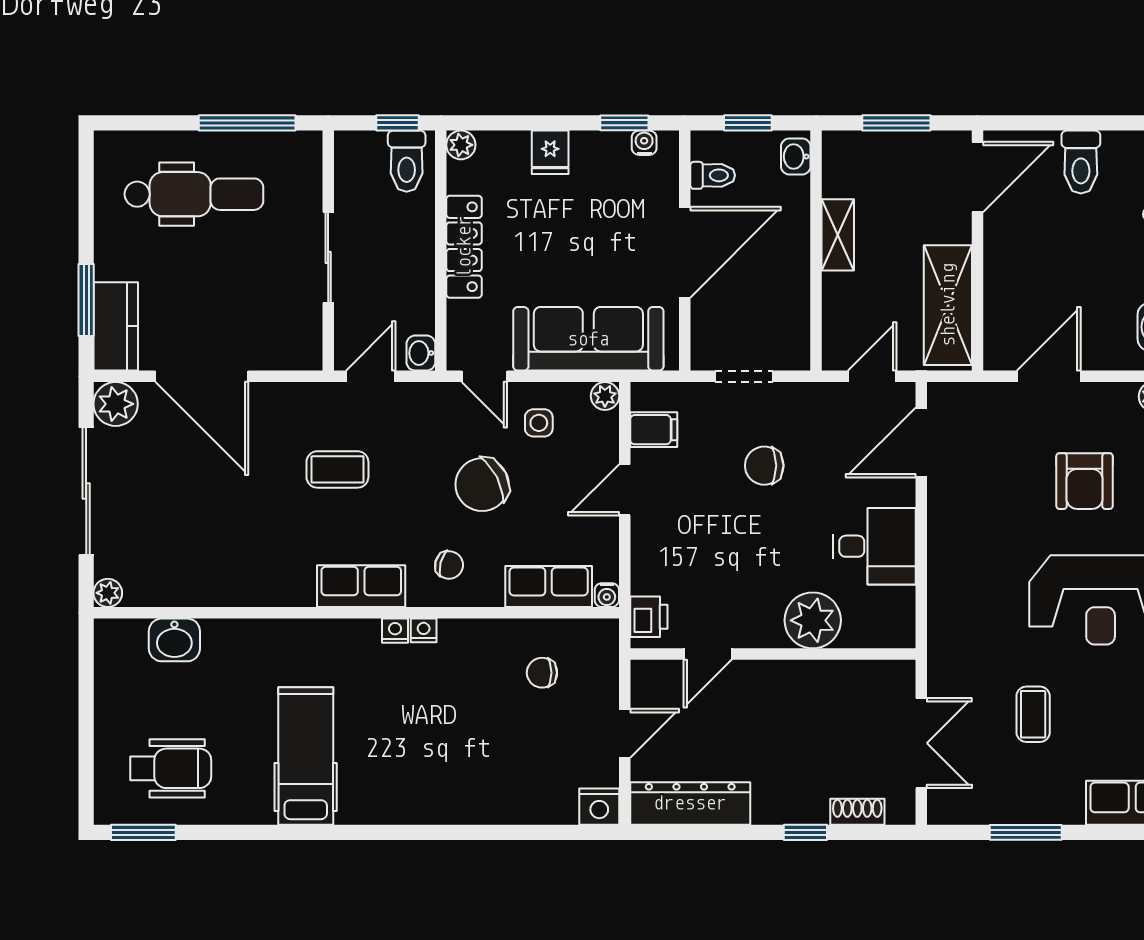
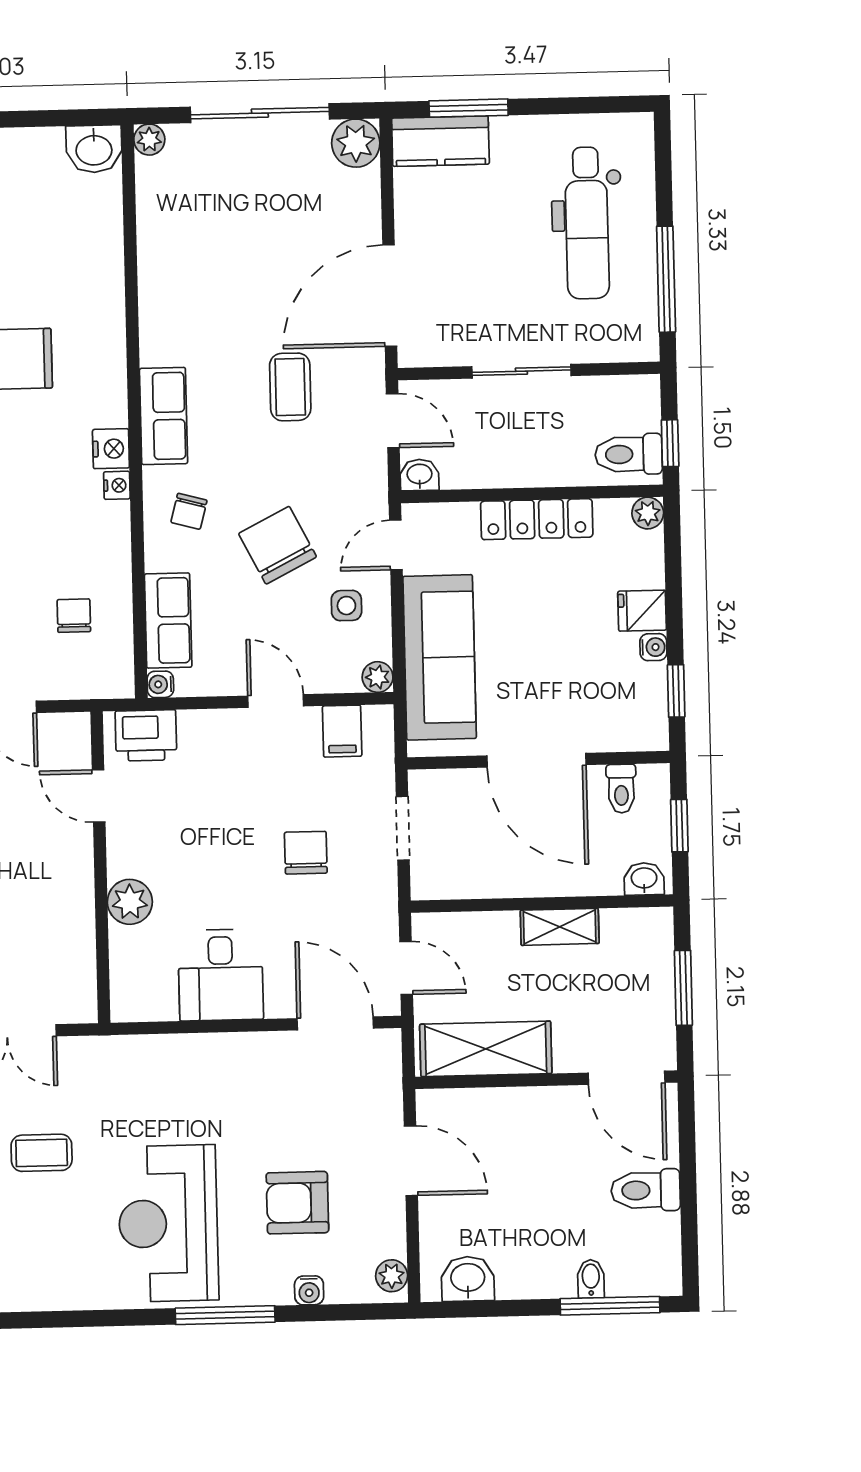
water cooler: (644, 143) -> (653, 647), moved
door: (202, 376) -> (390, 295), moved
printer: (649, 617) -> (146, 735), width x1.36, depth x1.24
plant: (813, 620) -> (130, 902), width x0.73, depth x0.73
nightstand: (395, 631) -> (111, 449), width x1.39, depth x1.35
washbasin: (174, 640) -> (94, 149), moved, turned -90

